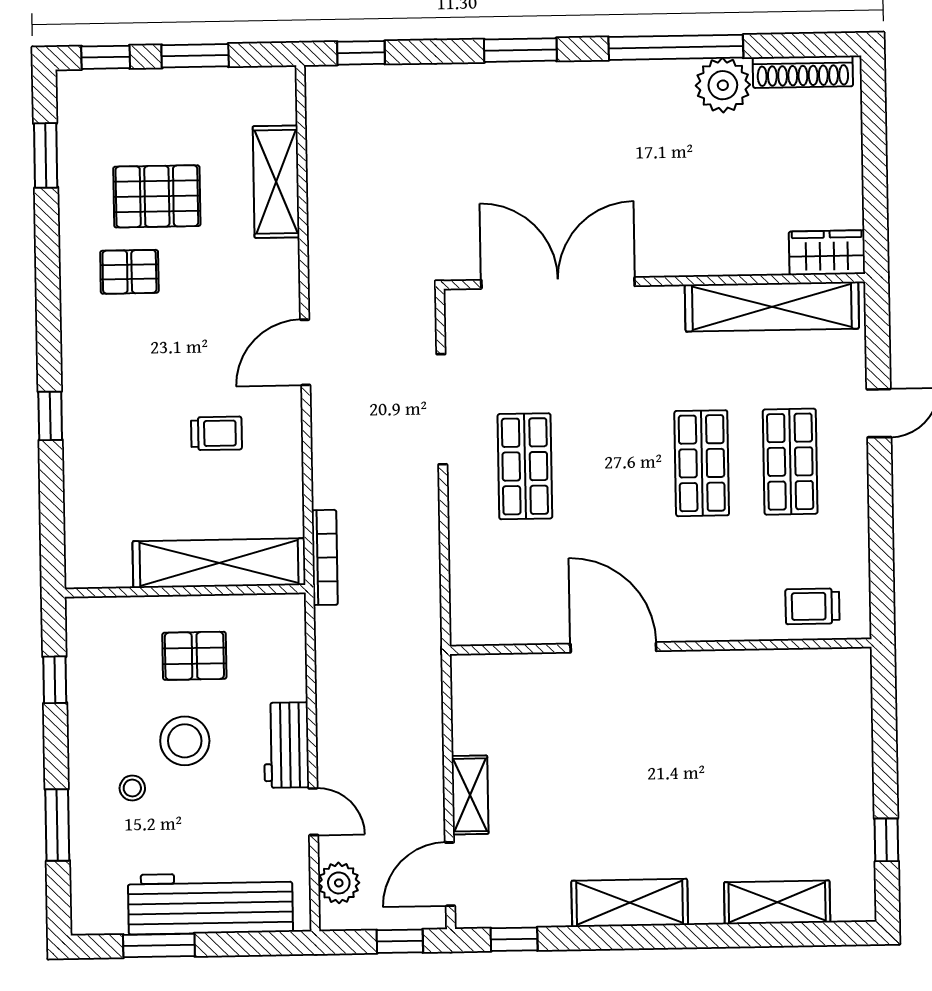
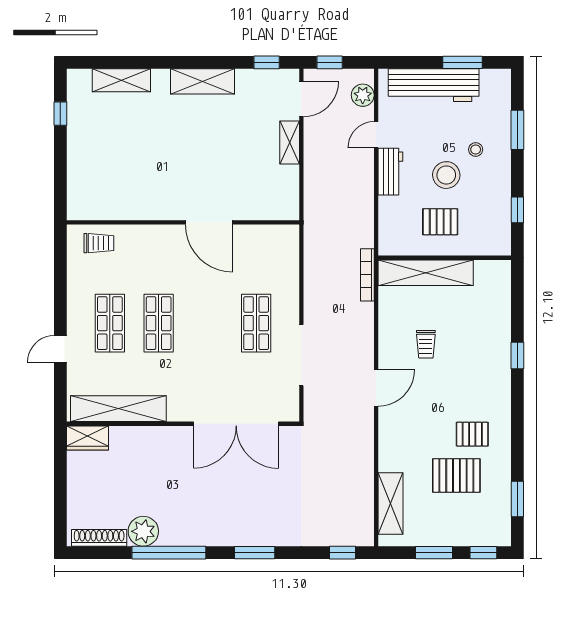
shelving: (276, 182) -> (391, 503), moved
trolley: (216, 433) -> (426, 344), turned -90
door: (313, 812) -> (376, 135), hinge flipped

